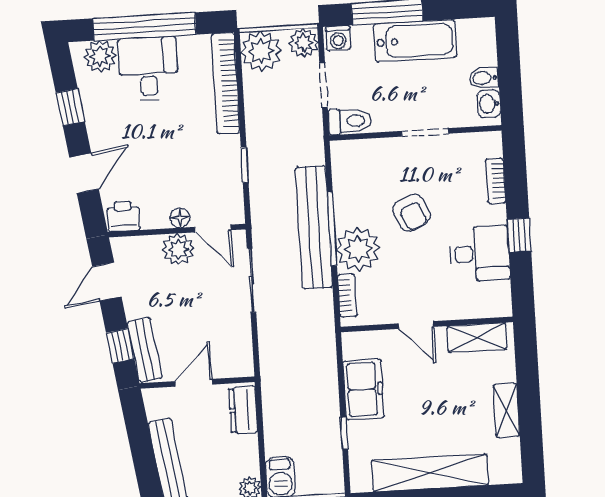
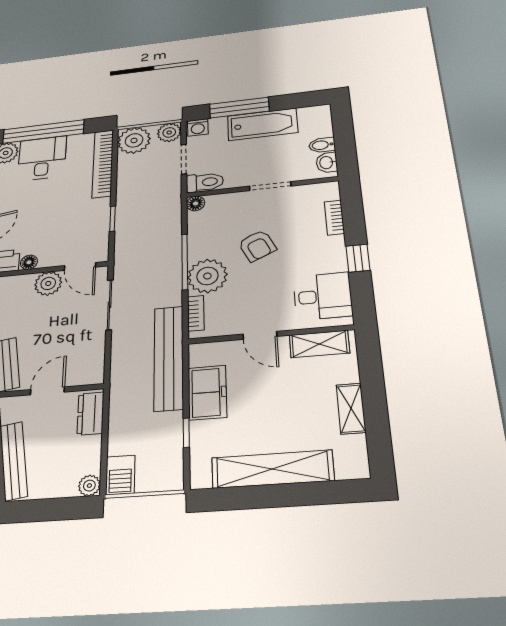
floor lamp: (341, 151) -> (196, 203), added
floor lamp: (180, 218) -> (29, 262), moved
bench: (314, 227) -> (169, 358), moved
desk: (480, 254) -> (323, 296), moved

